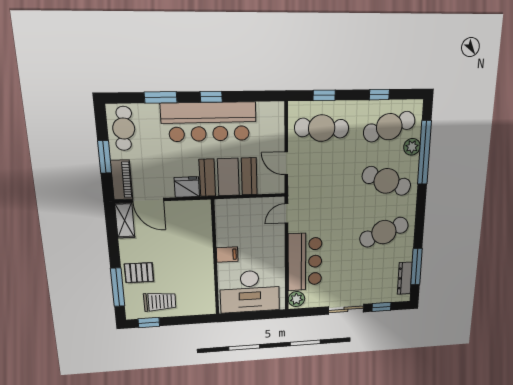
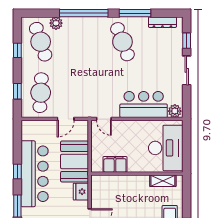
window: (424, 153) -> (84, 13), moved
cafe table: (387, 181) -> (82, 42), removed
filing cabinet: (227, 254) -> (115, 164), moved, width x2.00
window: (416, 267) -> (135, 13), moved
shelving: (207, 291) -> (163, 181), added

